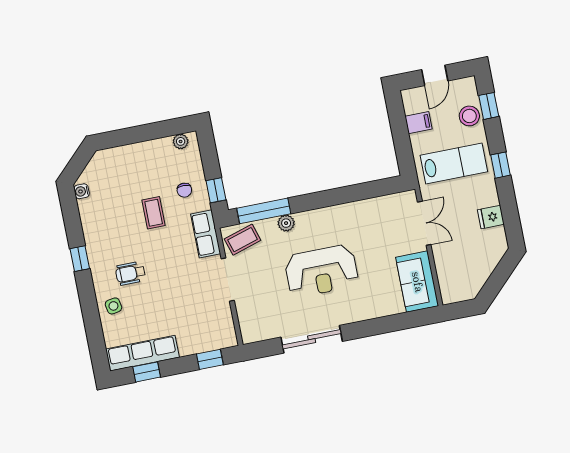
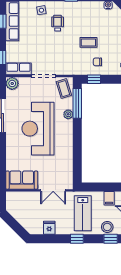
row of seats: (206, 234) -> (19, 69), moved
reception desk: (321, 271) -> (38, 129), width x1.36, depth x1.30
plant: (252, 332) -> (12, 83), added

